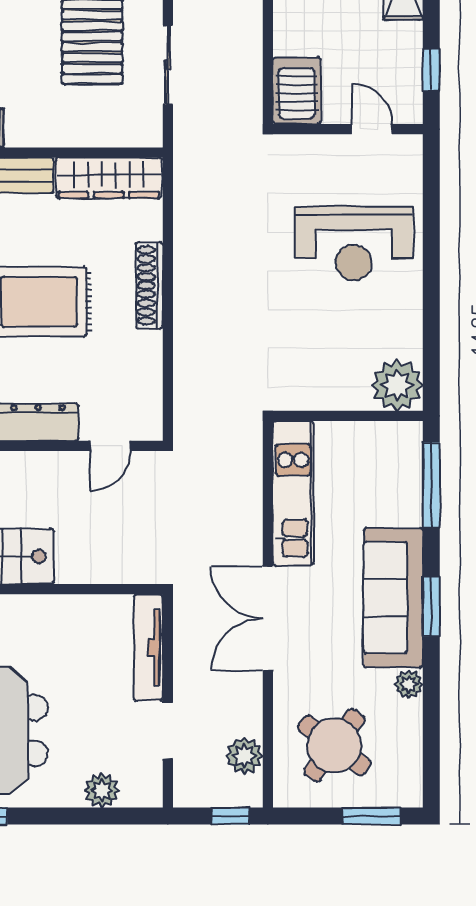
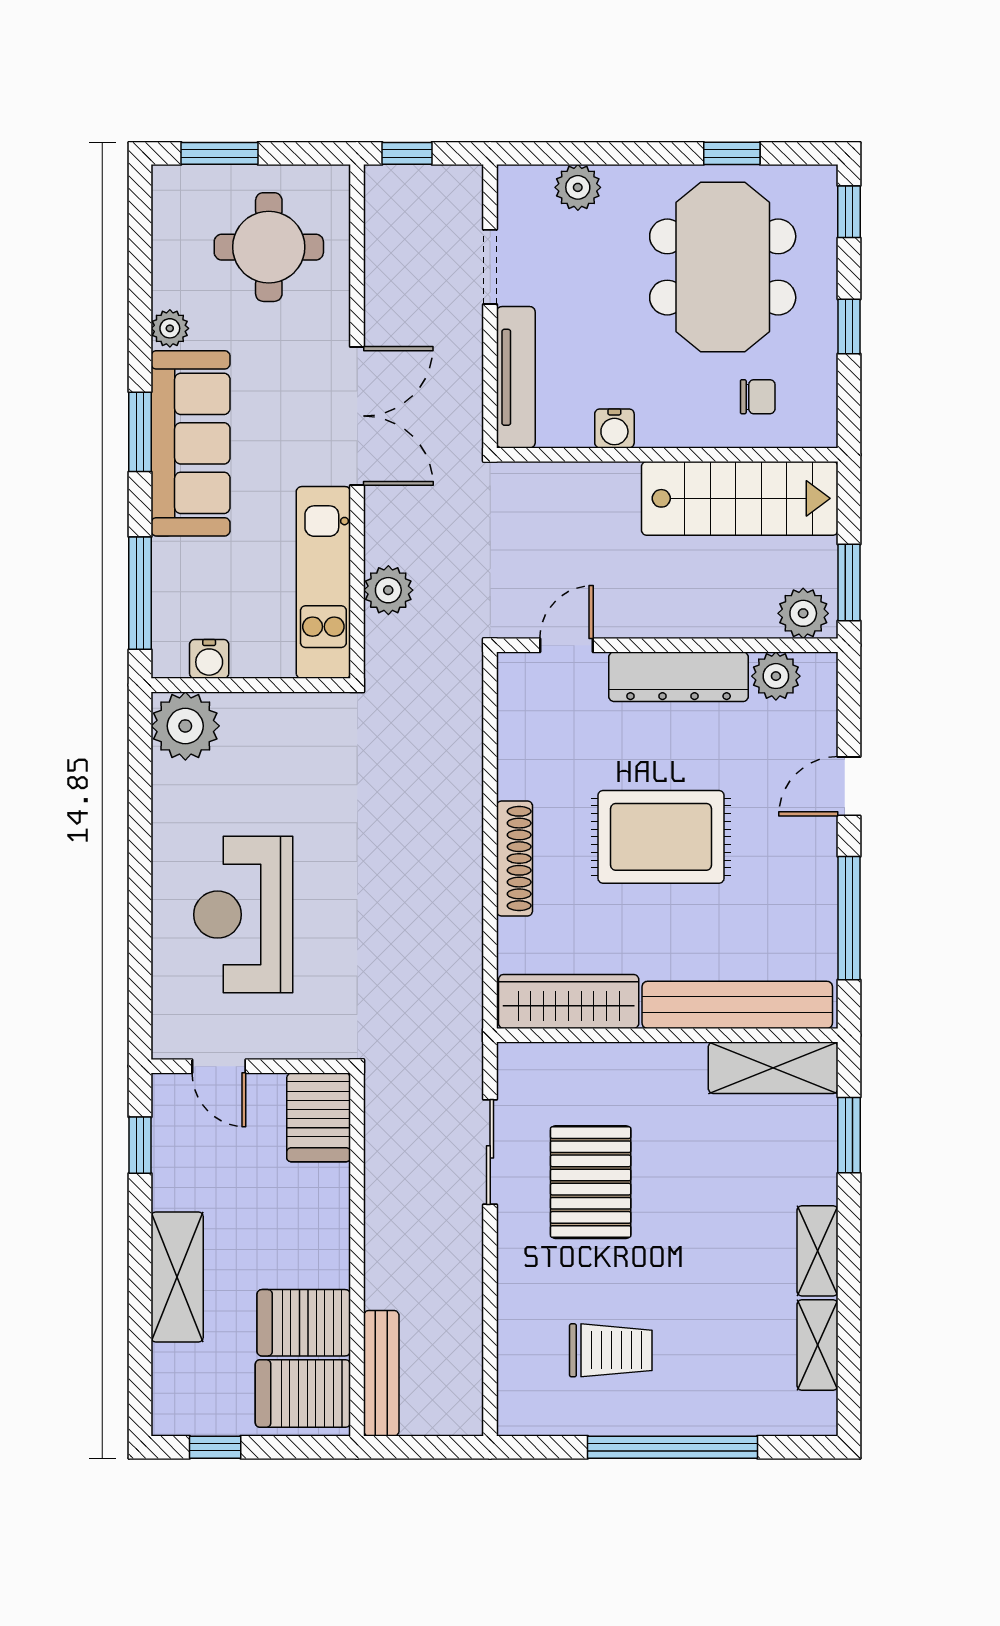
reception desk: (354, 243) -> (243, 915), turned -90
water cooler: (379, 436) -> (209, 659), added
water cooler: (74, 609) -> (614, 428), added
round table: (334, 745) -> (269, 247), turned -37
plant: (244, 756) -> (388, 590), moved

